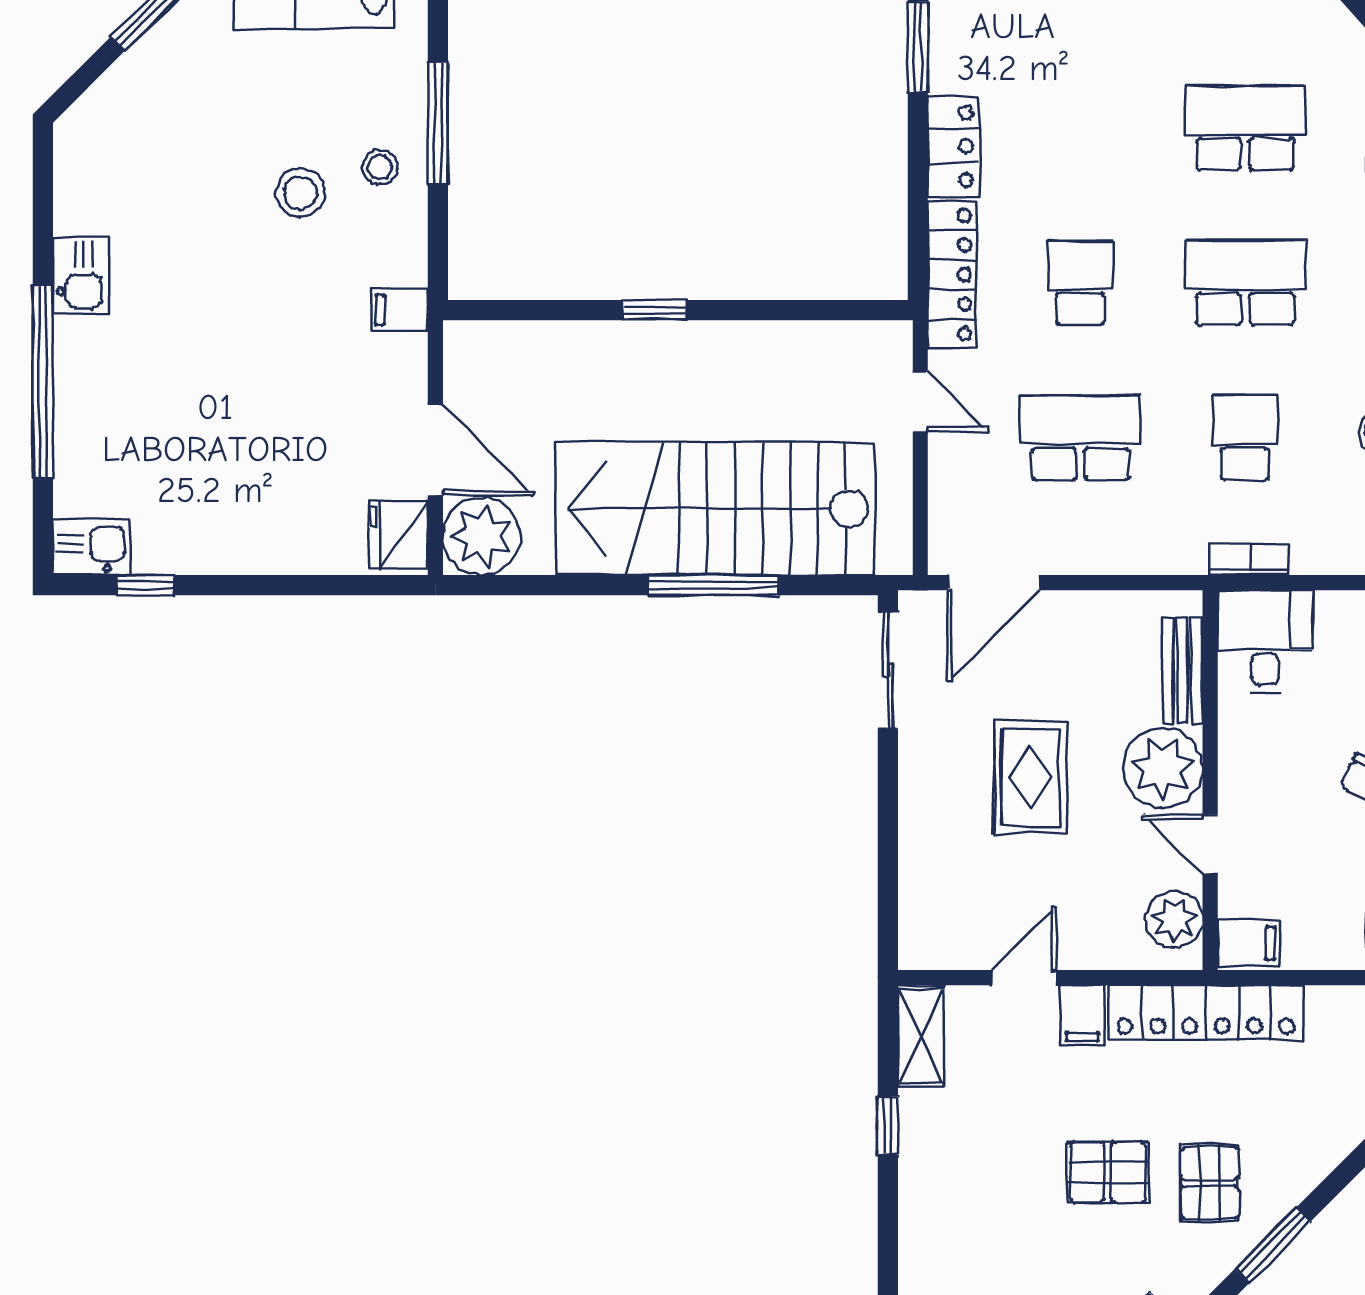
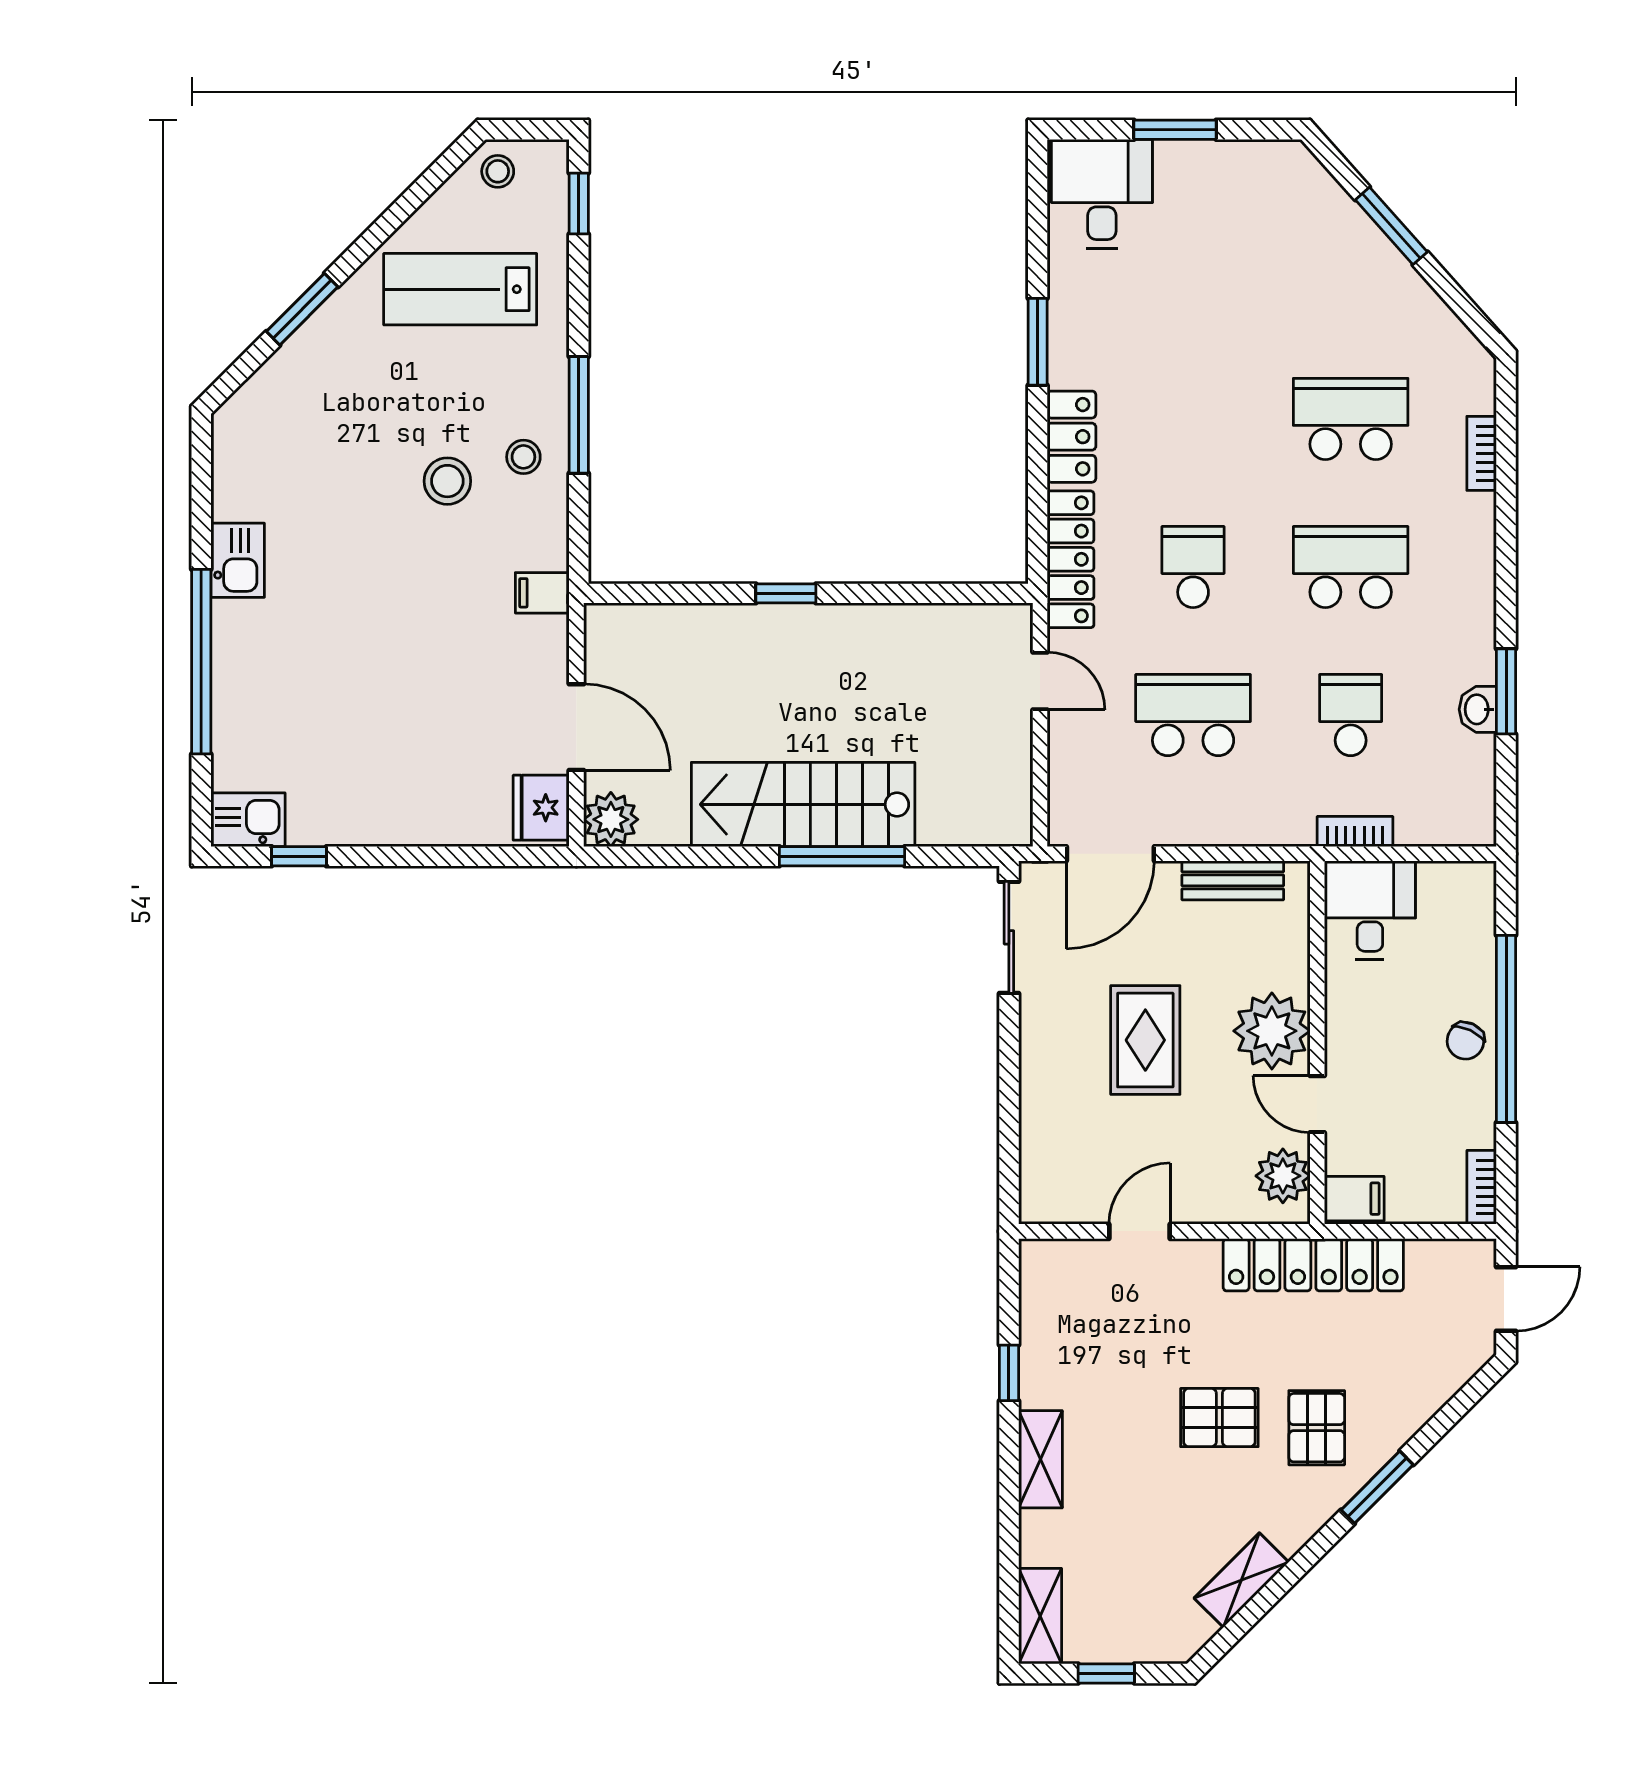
stairs: (715, 509) -> (803, 804), width x0.73, depth x0.66
plant: (482, 536) -> (611, 819), width x0.73, depth x0.73
bench: (1182, 671) -> (1233, 880), moved, turned 90
filing cabinet: (1082, 1015) -> (1195, 1268), removed
shelving: (921, 1036) -> (1040, 1459), moved

